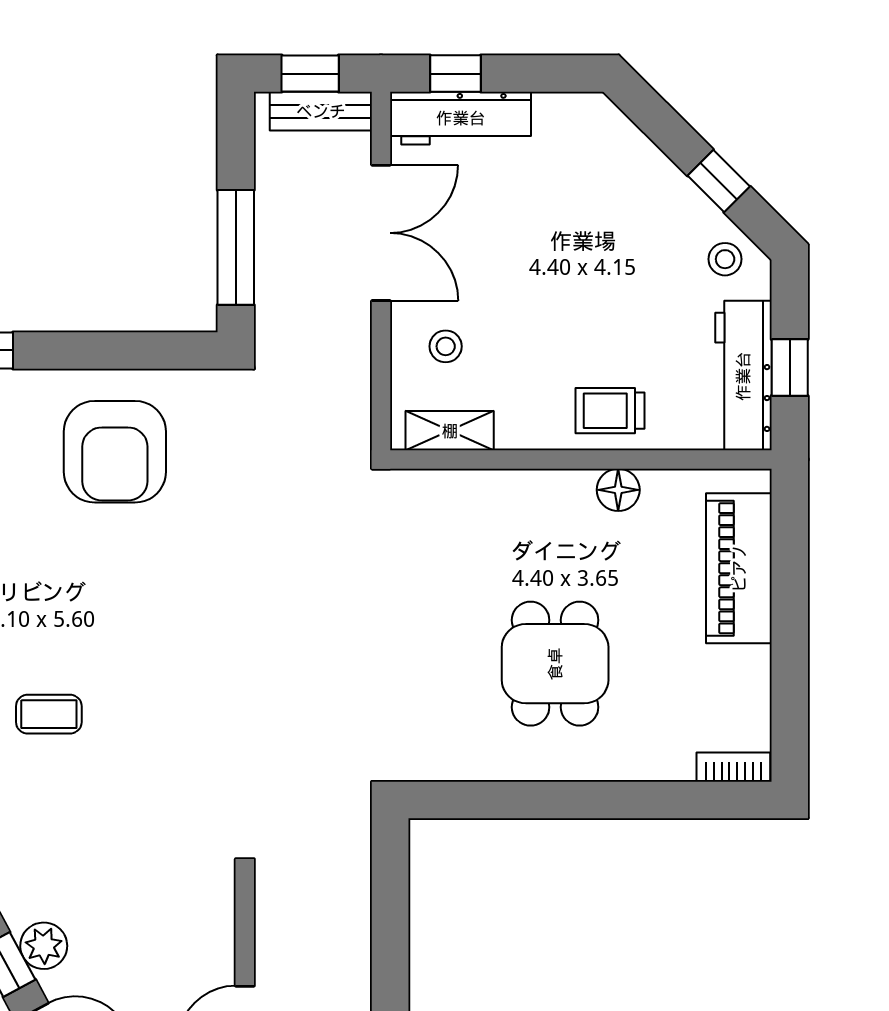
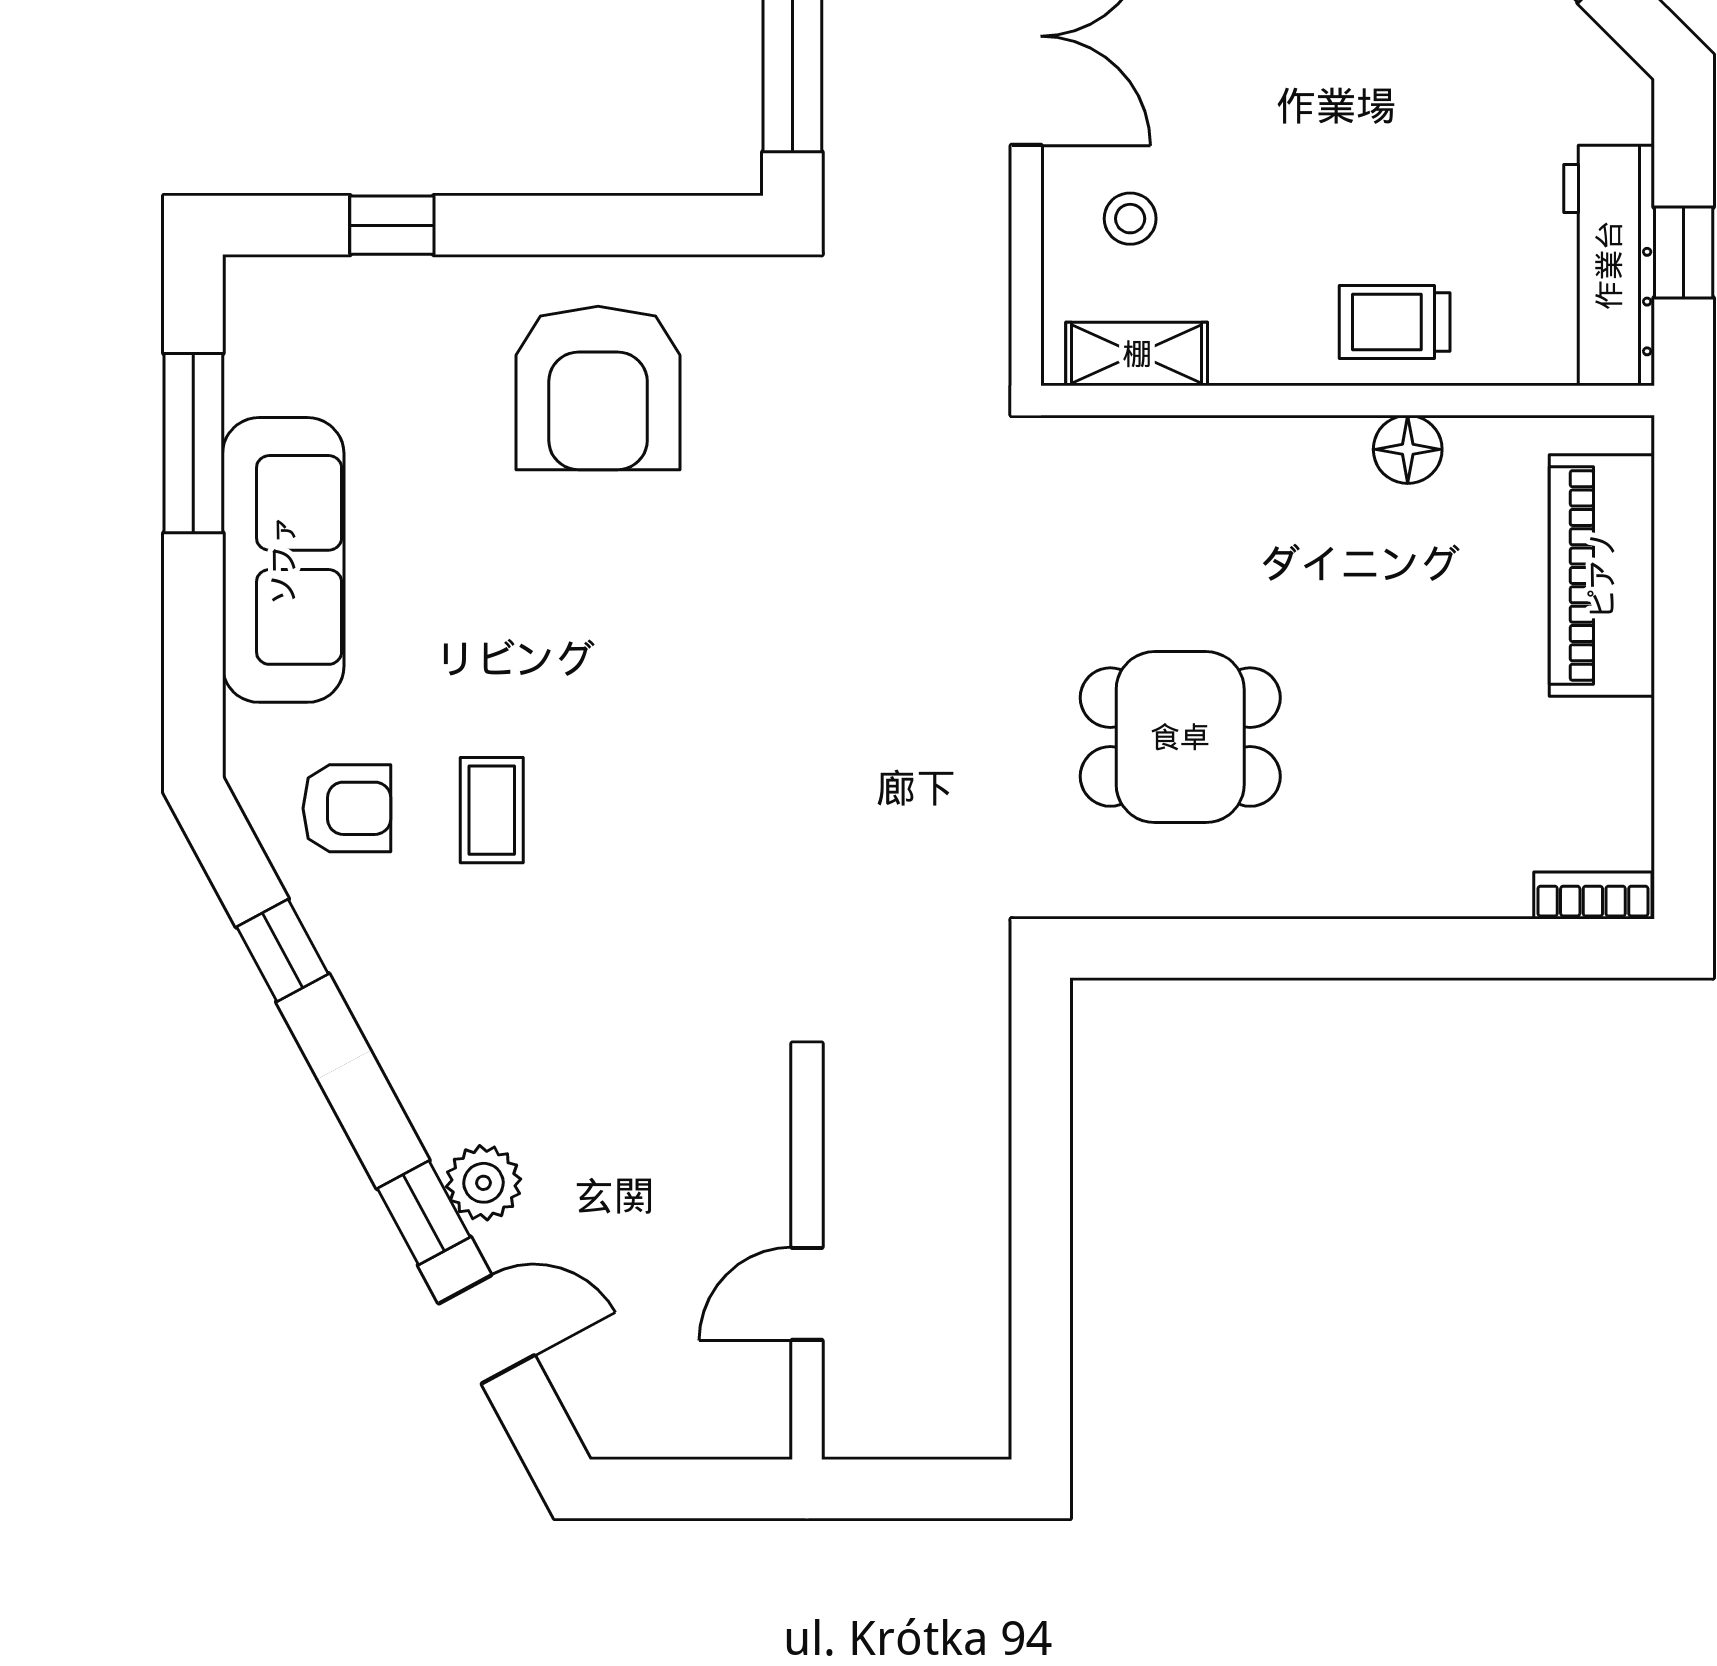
stool: (725, 259) -> (1580, 78), removed
dining table: (555, 664) -> (1180, 737), moved, turned 90
coffee table: (49, 714) -> (492, 810), turned 90

